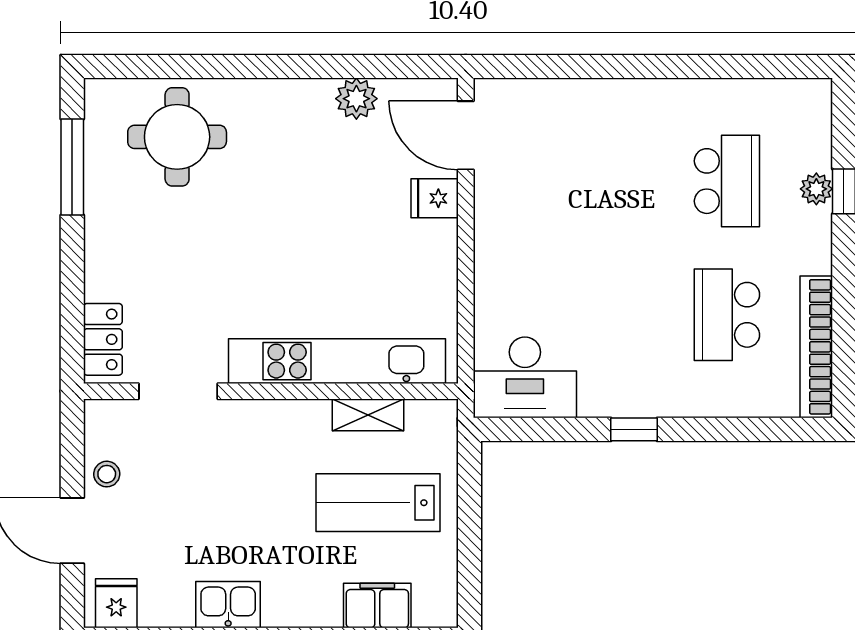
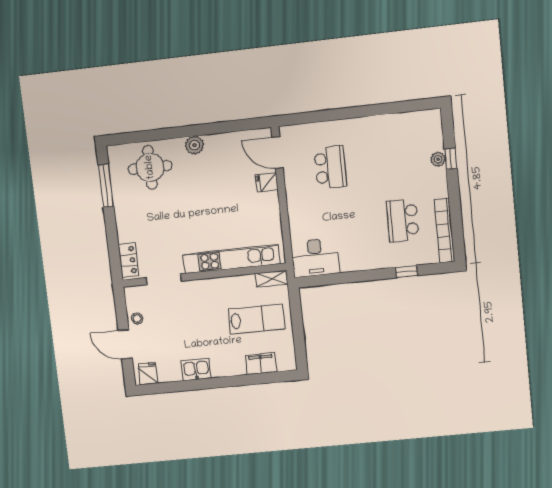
plant: (356, 99) -> (195, 145), moved
school desk: (727, 181) -> (330, 167), moved
shelving: (368, 415) -> (272, 279), moved
window: (634, 429) -> (407, 271), moved
lab bench: (378, 503) -> (256, 319), turned 180

